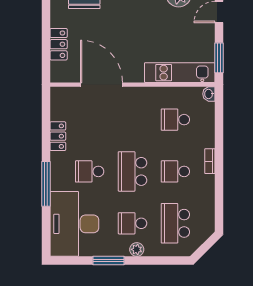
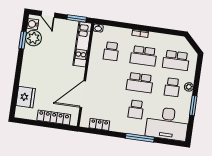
locker: (59, 44) -> (54, 117), width x1.53
locker: (58, 136) -> (99, 124), moved
school desk: (175, 171) -> (144, 56), width x1.85

